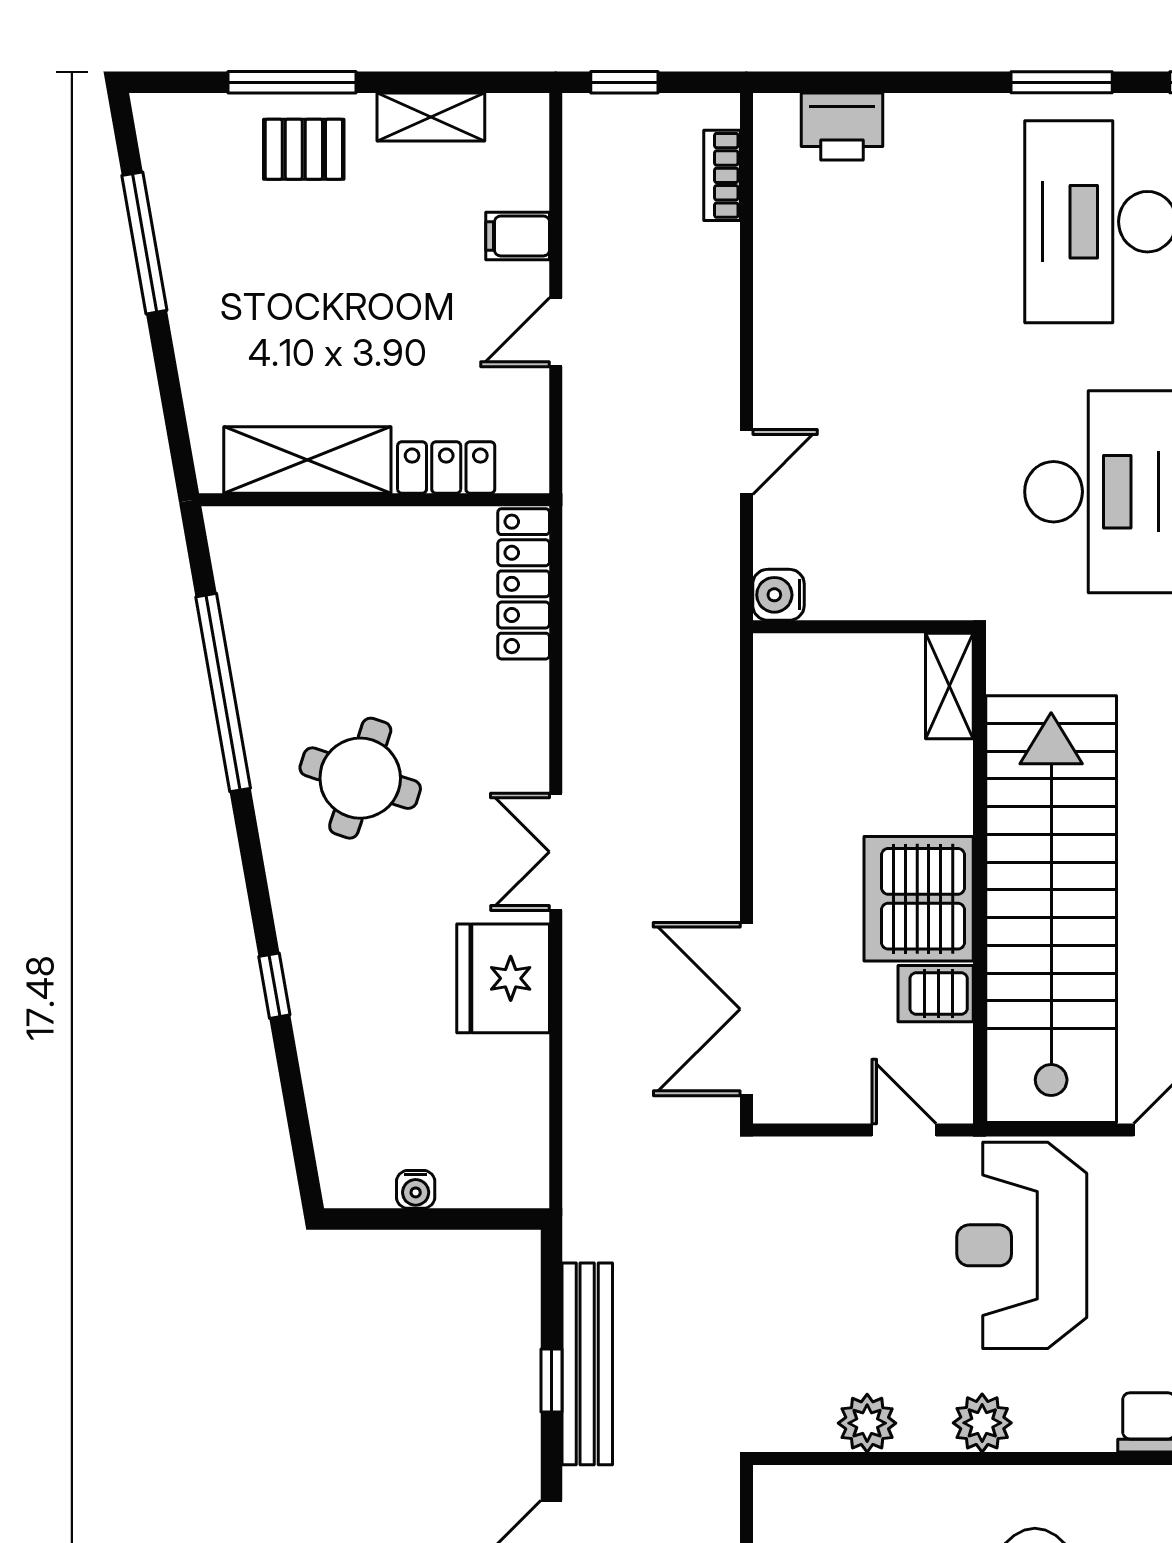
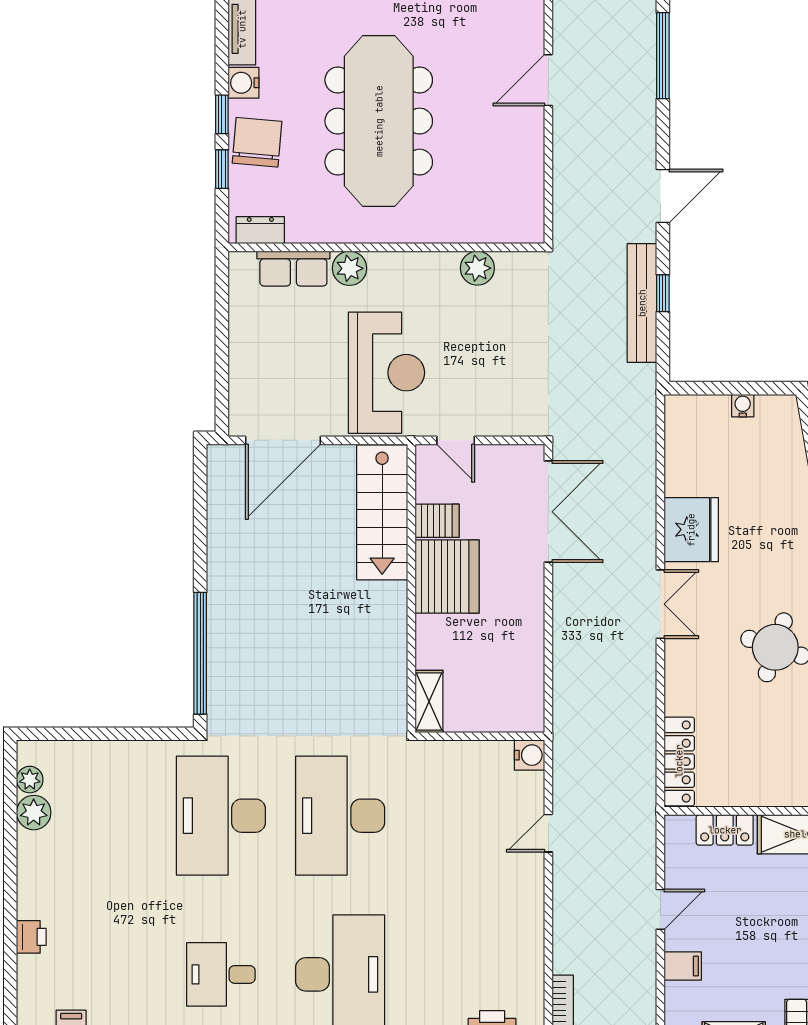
stairs: (1051, 909) -> (382, 512), width x0.54, depth x0.66
plant: (982, 1423) -> (349, 268), moved

